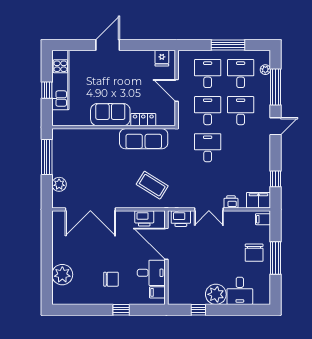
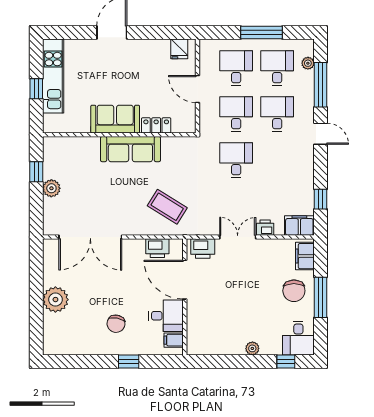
door: (276, 126) -> (321, 134), hinge flipped
sofa: (144, 139) -> (130, 149), moved
window: (47, 157) -> (36, 172), width x0.46
plant: (59, 184) -> (51, 188), moved
double door: (209, 209) -> (238, 237), swing flipped
filing cabinet: (263, 219) -> (305, 256), width x2.00
plant: (62, 275) -> (55, 300), moved
chair: (111, 279) -> (116, 324), turned 101
desk: (240, 291) -> (298, 338), moved
plant: (216, 294) -> (252, 348), width x0.53, depth x0.53
window: (198, 310) -> (286, 362), moved

